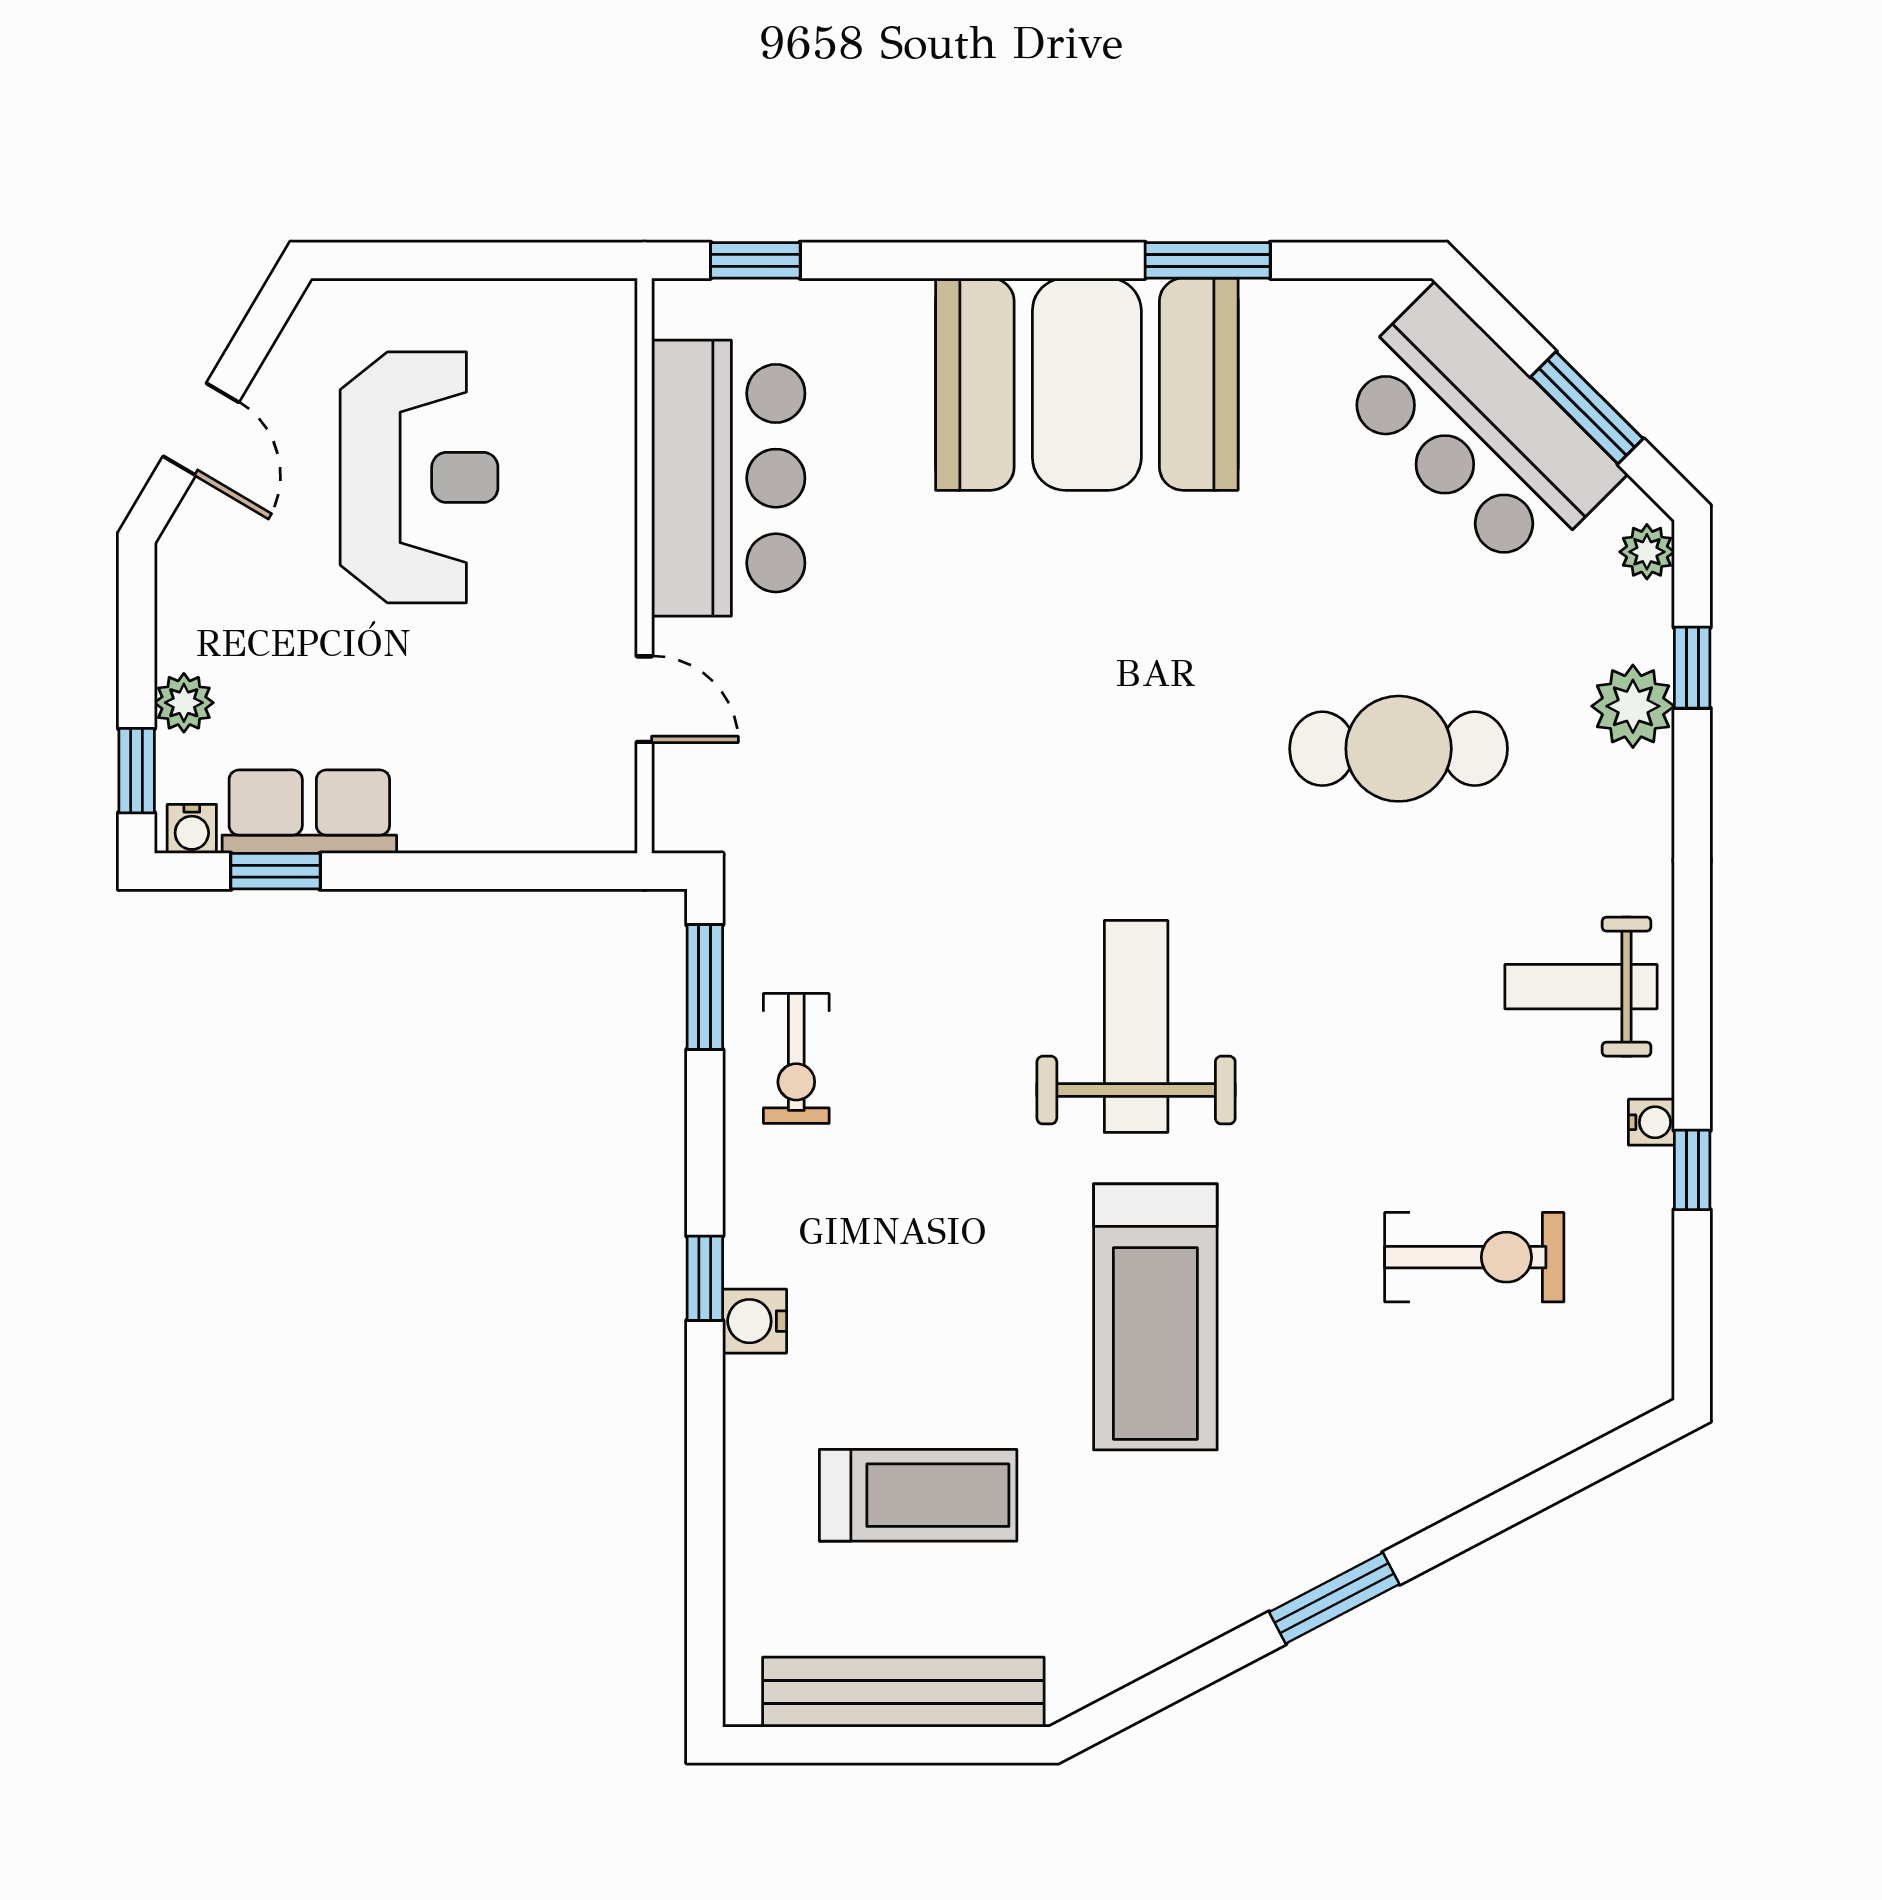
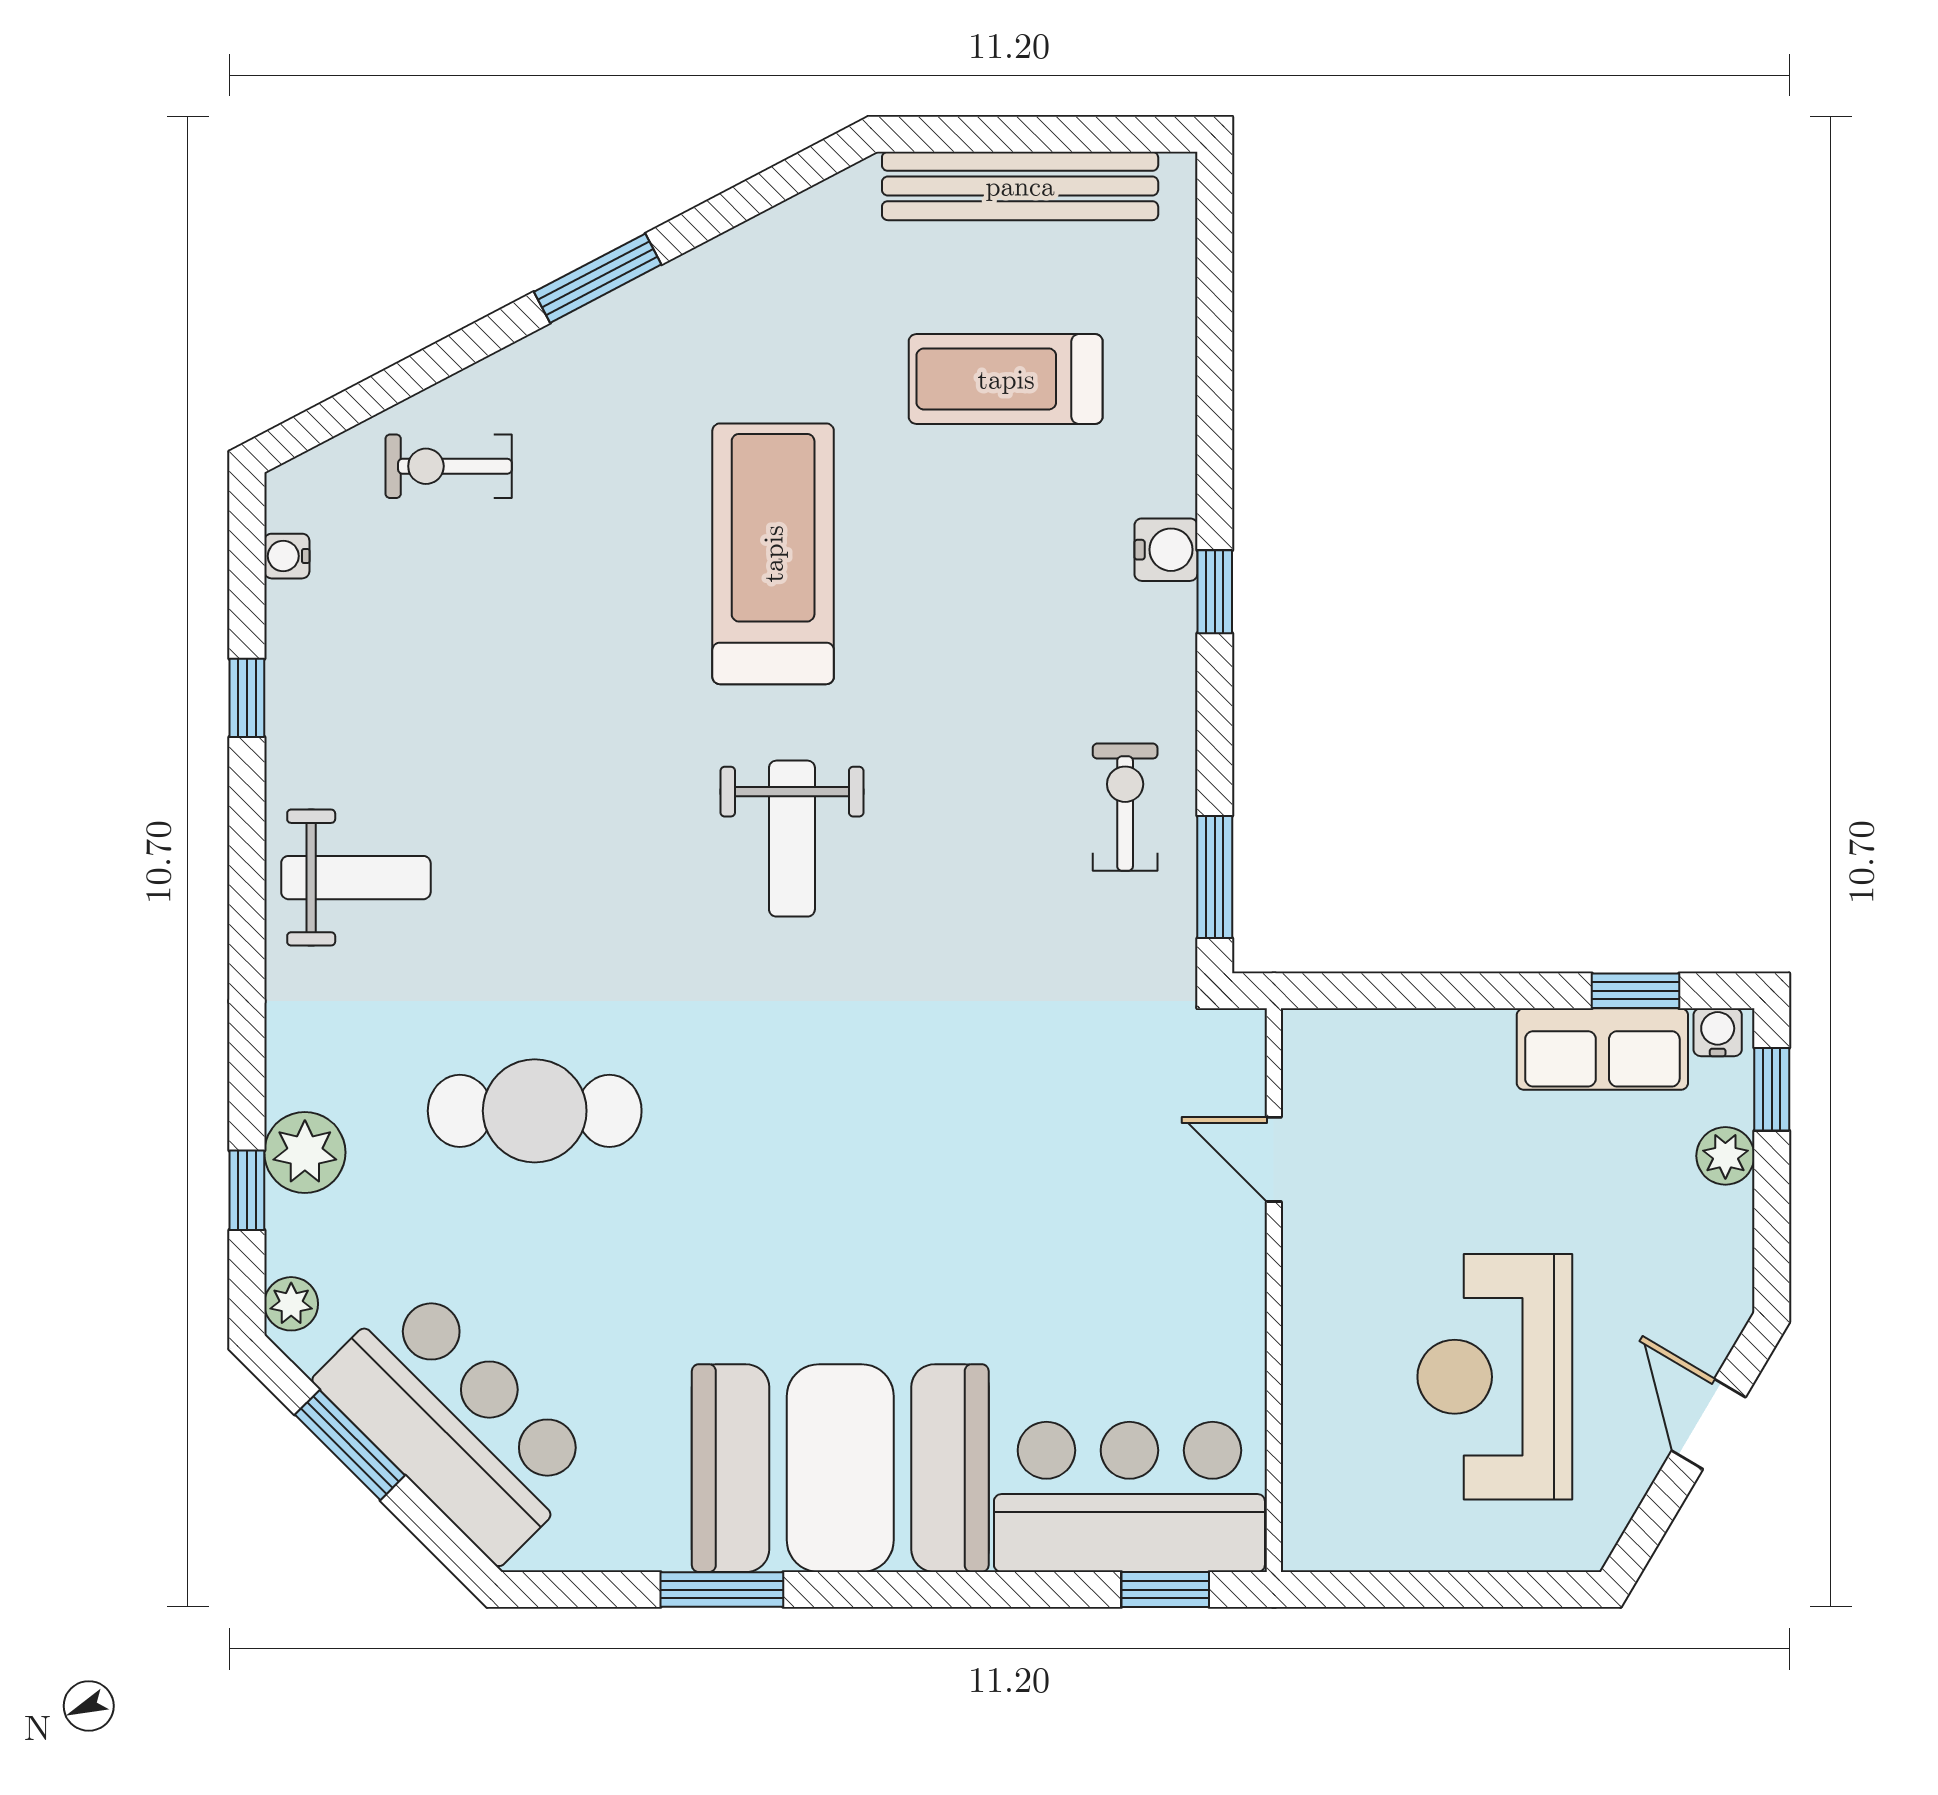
bar counter: (728, 478) -> (1129, 1497), moved, turned 90
weight bench: (1136, 1026) -> (792, 839), width x0.73, depth x0.75
water cooler: (1651, 1122) -> (287, 556), moved
exercise bike: (1474, 1257) -> (449, 466), moved, width x0.73, depth x0.72

